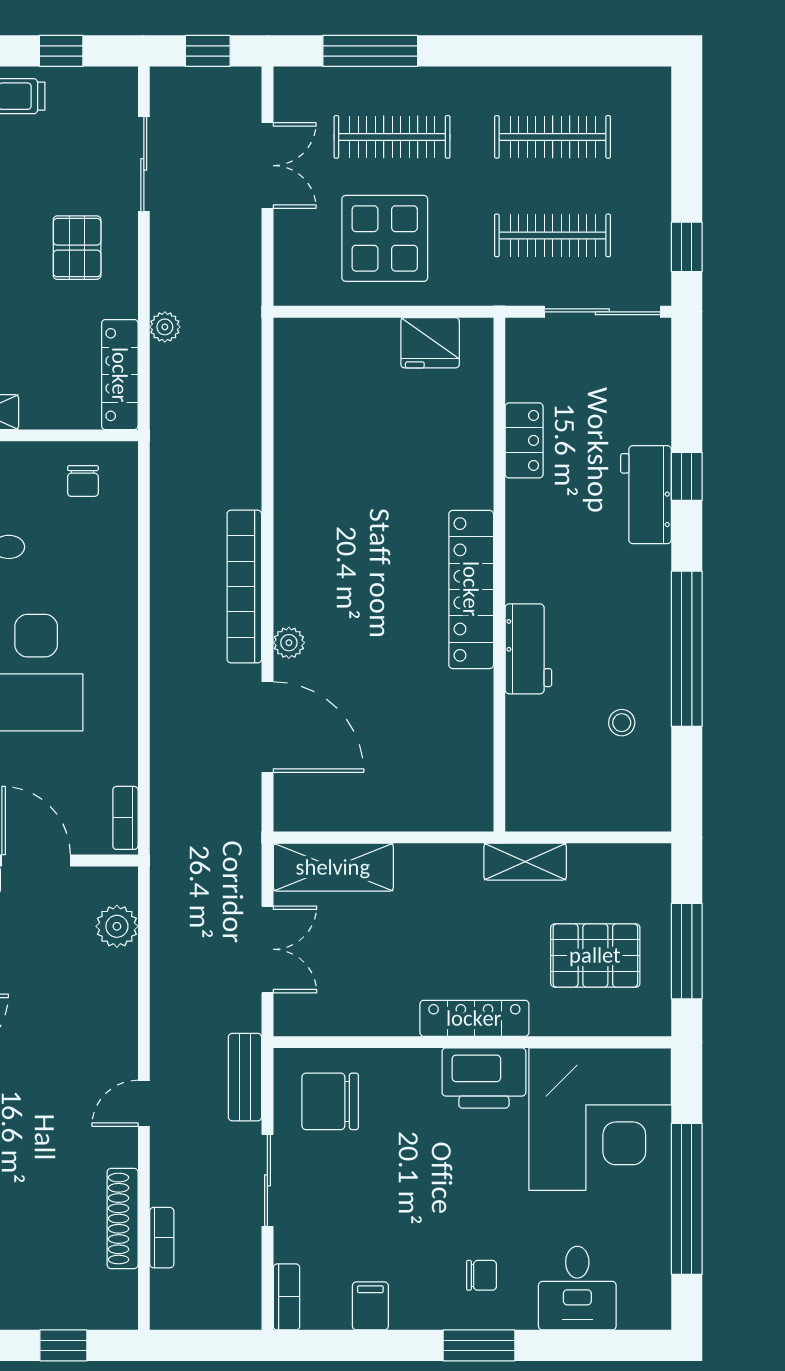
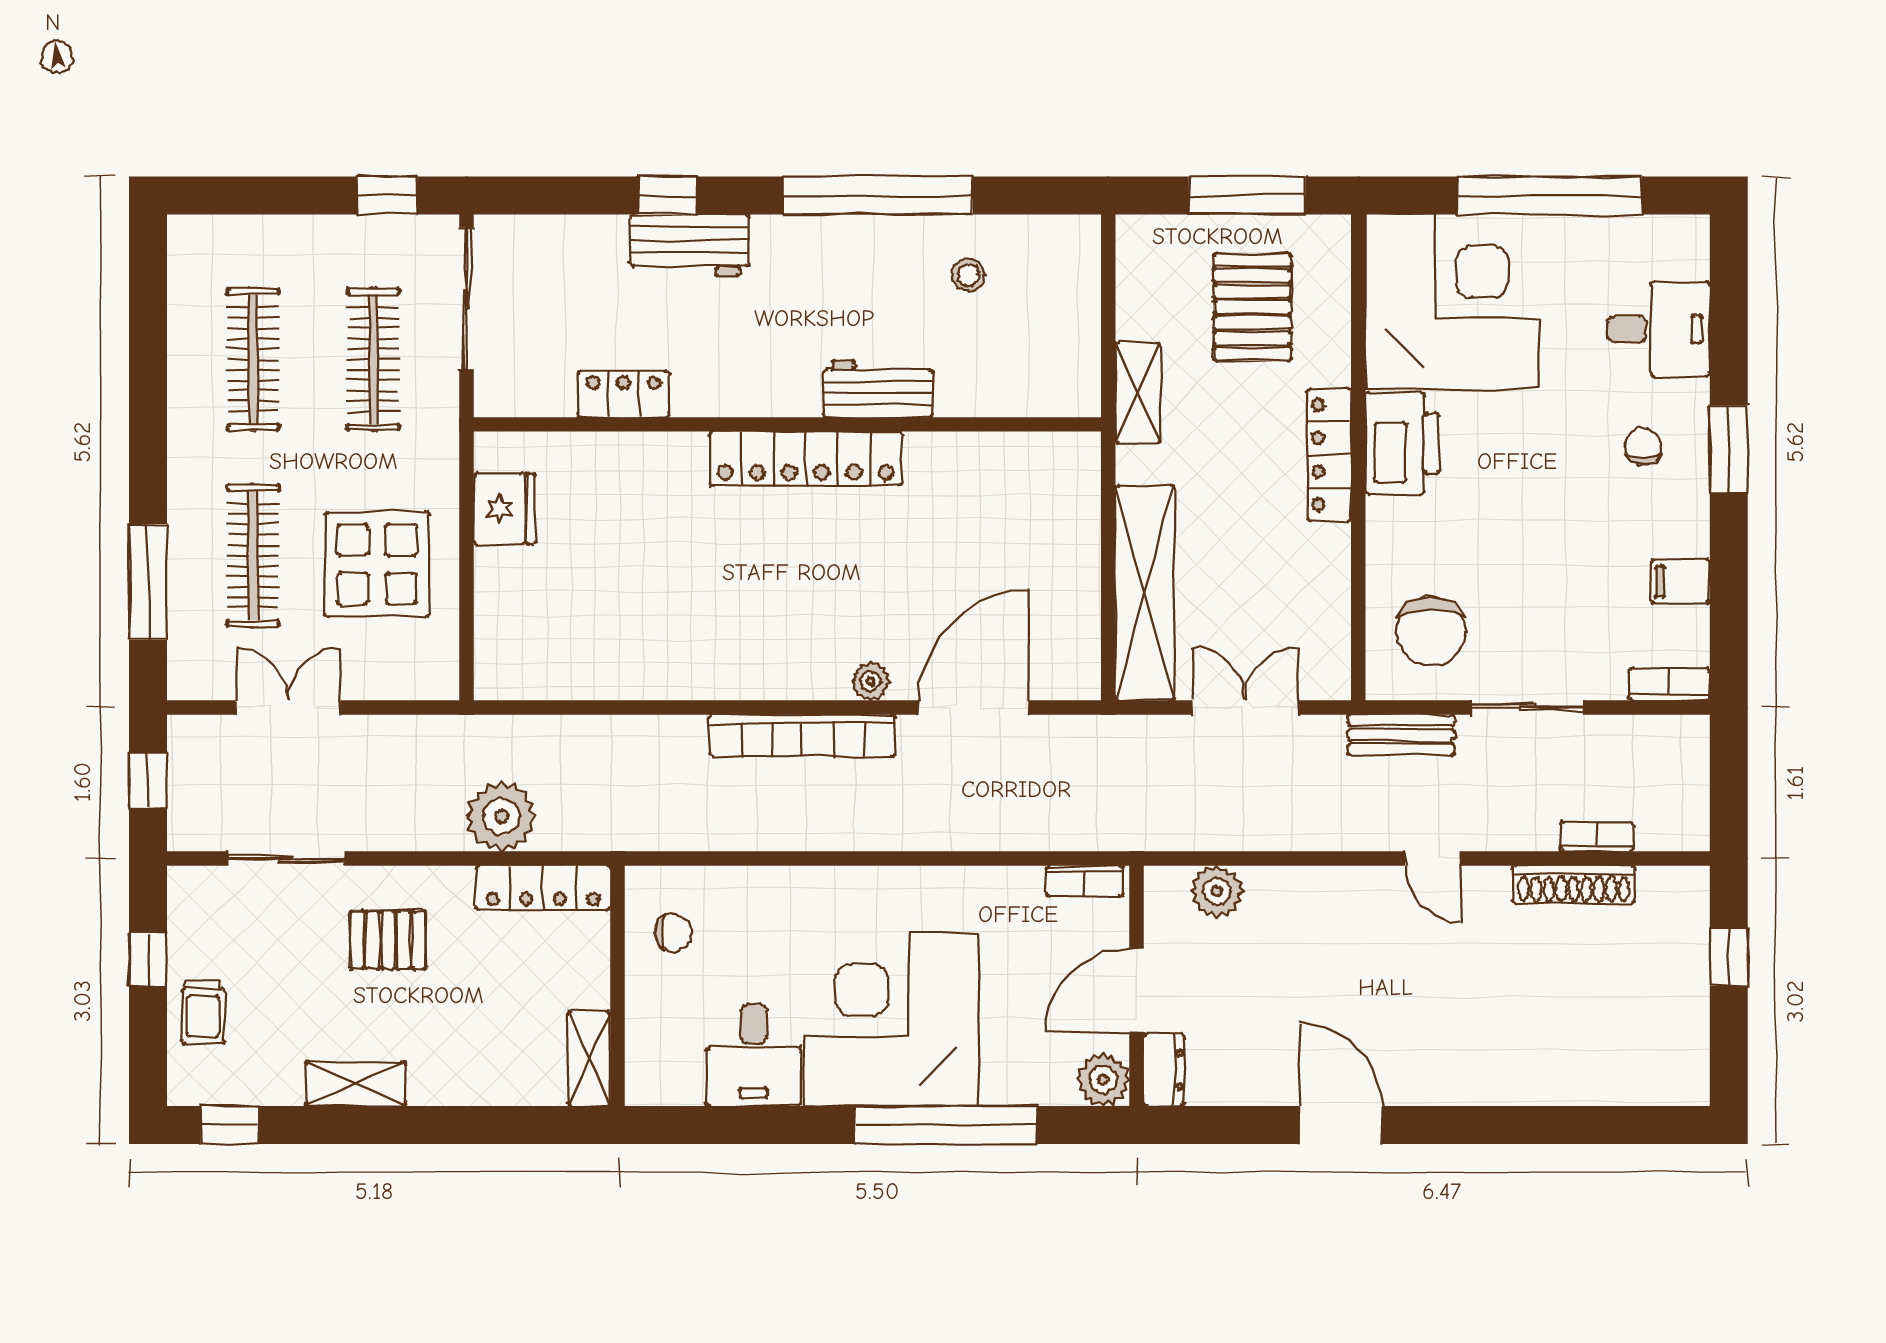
plant: (165, 327) -> (501, 817), width x1.87, depth x1.87
shelving: (333, 867) -> (1145, 593), width x1.47

